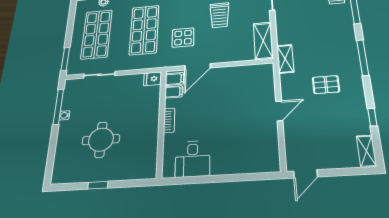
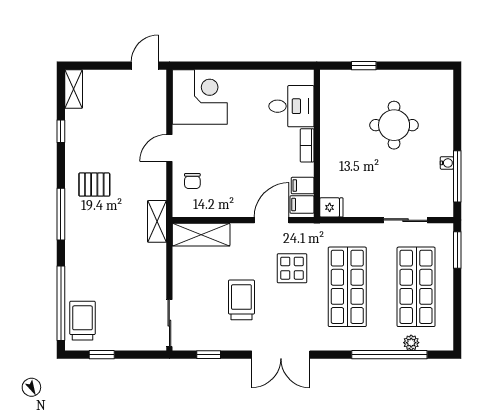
shelving: (263, 41) -> (201, 235), moved, turned 90
pallet: (326, 85) -> (94, 185), moved
chair: (259, 89) -> (192, 181), added
corner desk: (256, 151) -> (200, 97), added
desk: (192, 159) -> (291, 106), moved, turned 90
window: (98, 185) -> (364, 66), moved

